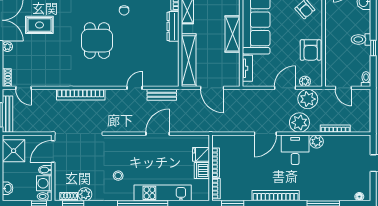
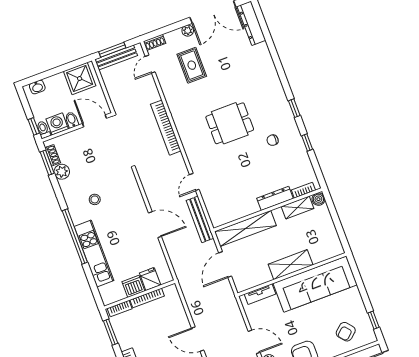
rug: (39, 25) -> (192, 65), moved
door: (135, 88) -> (194, 182), swing flipped
bench: (162, 95) -> (200, 219), width x1.36

